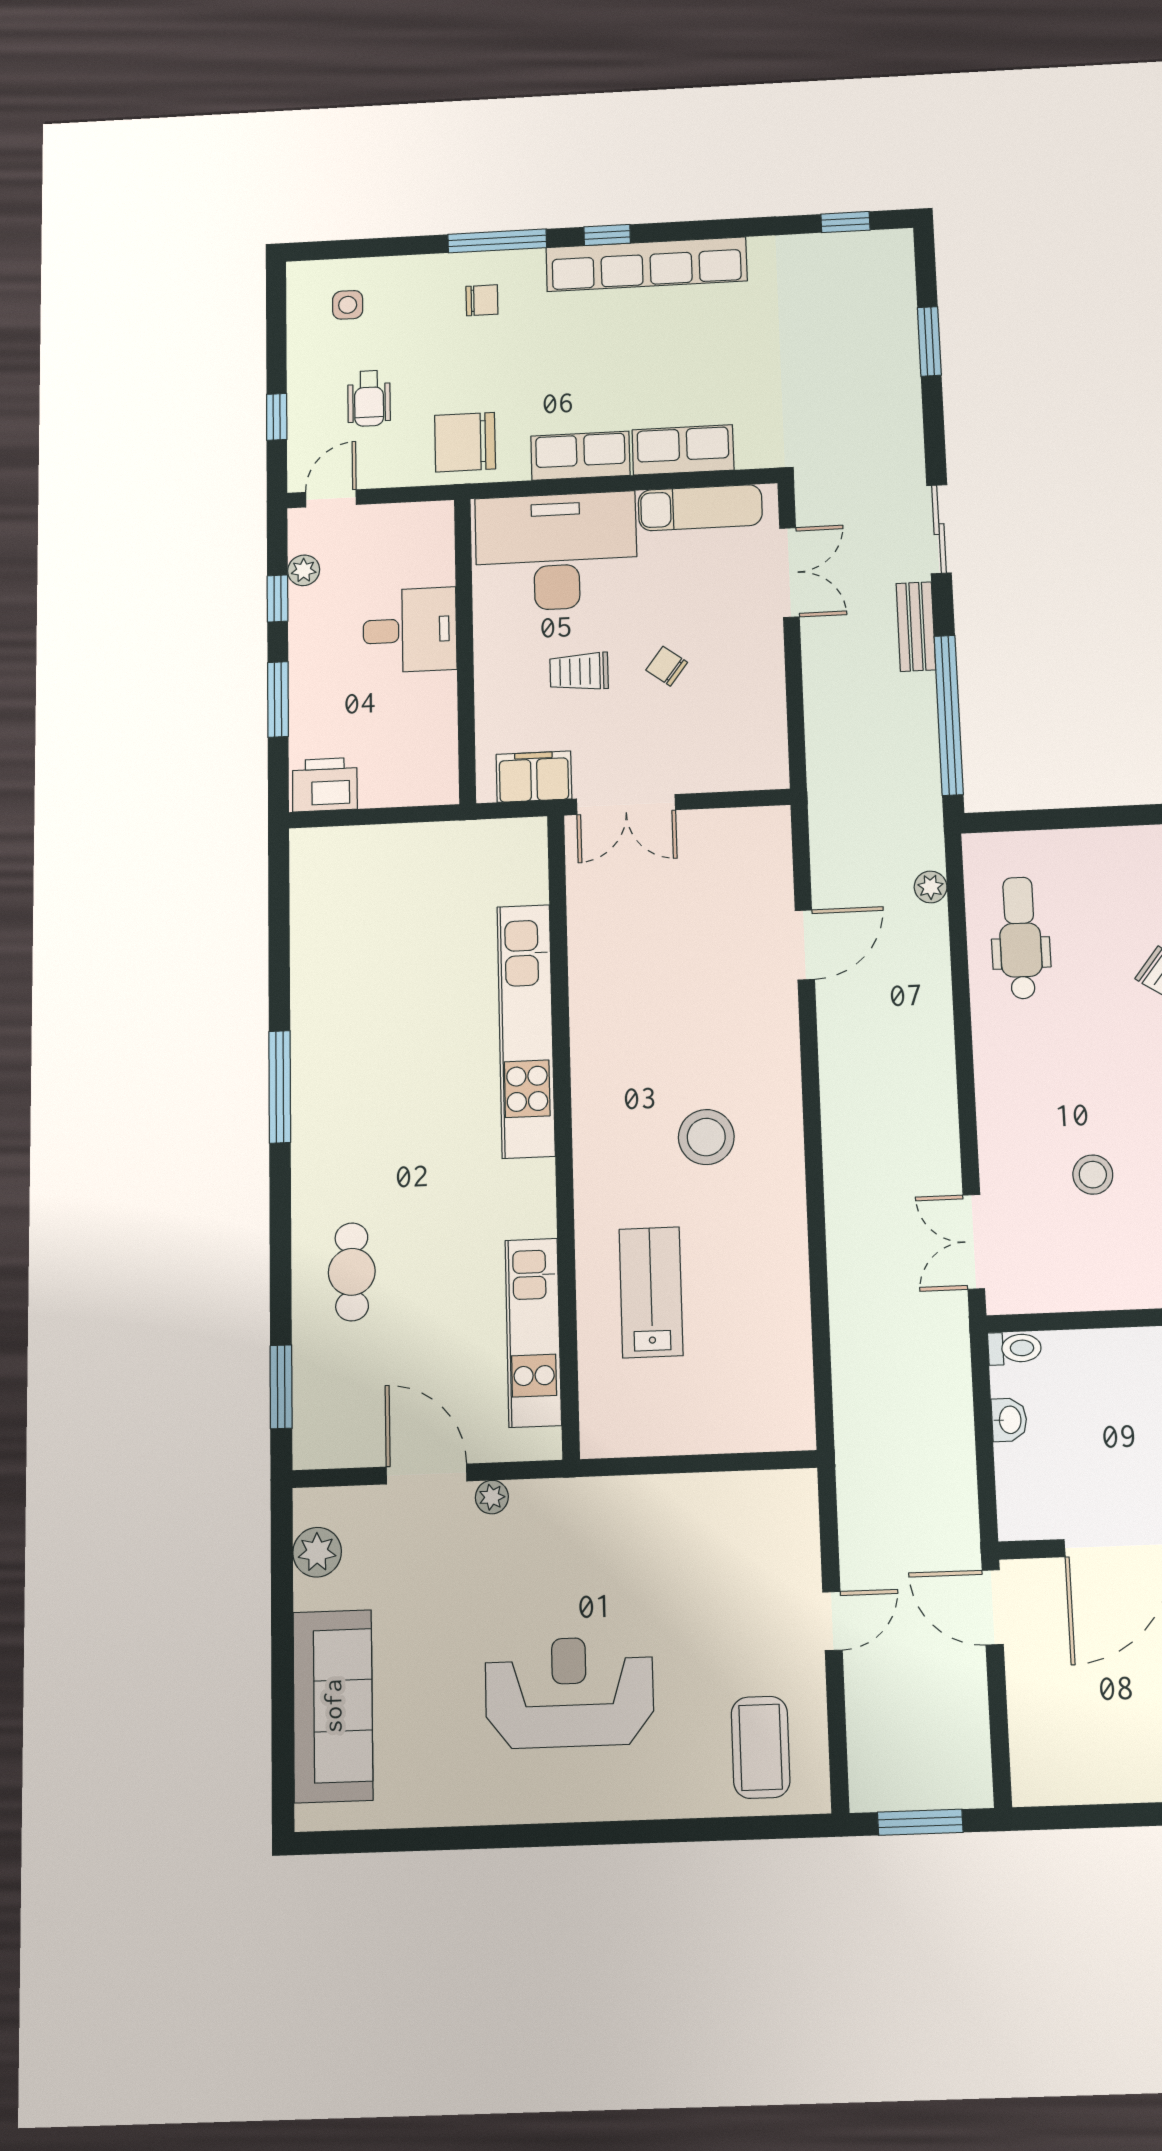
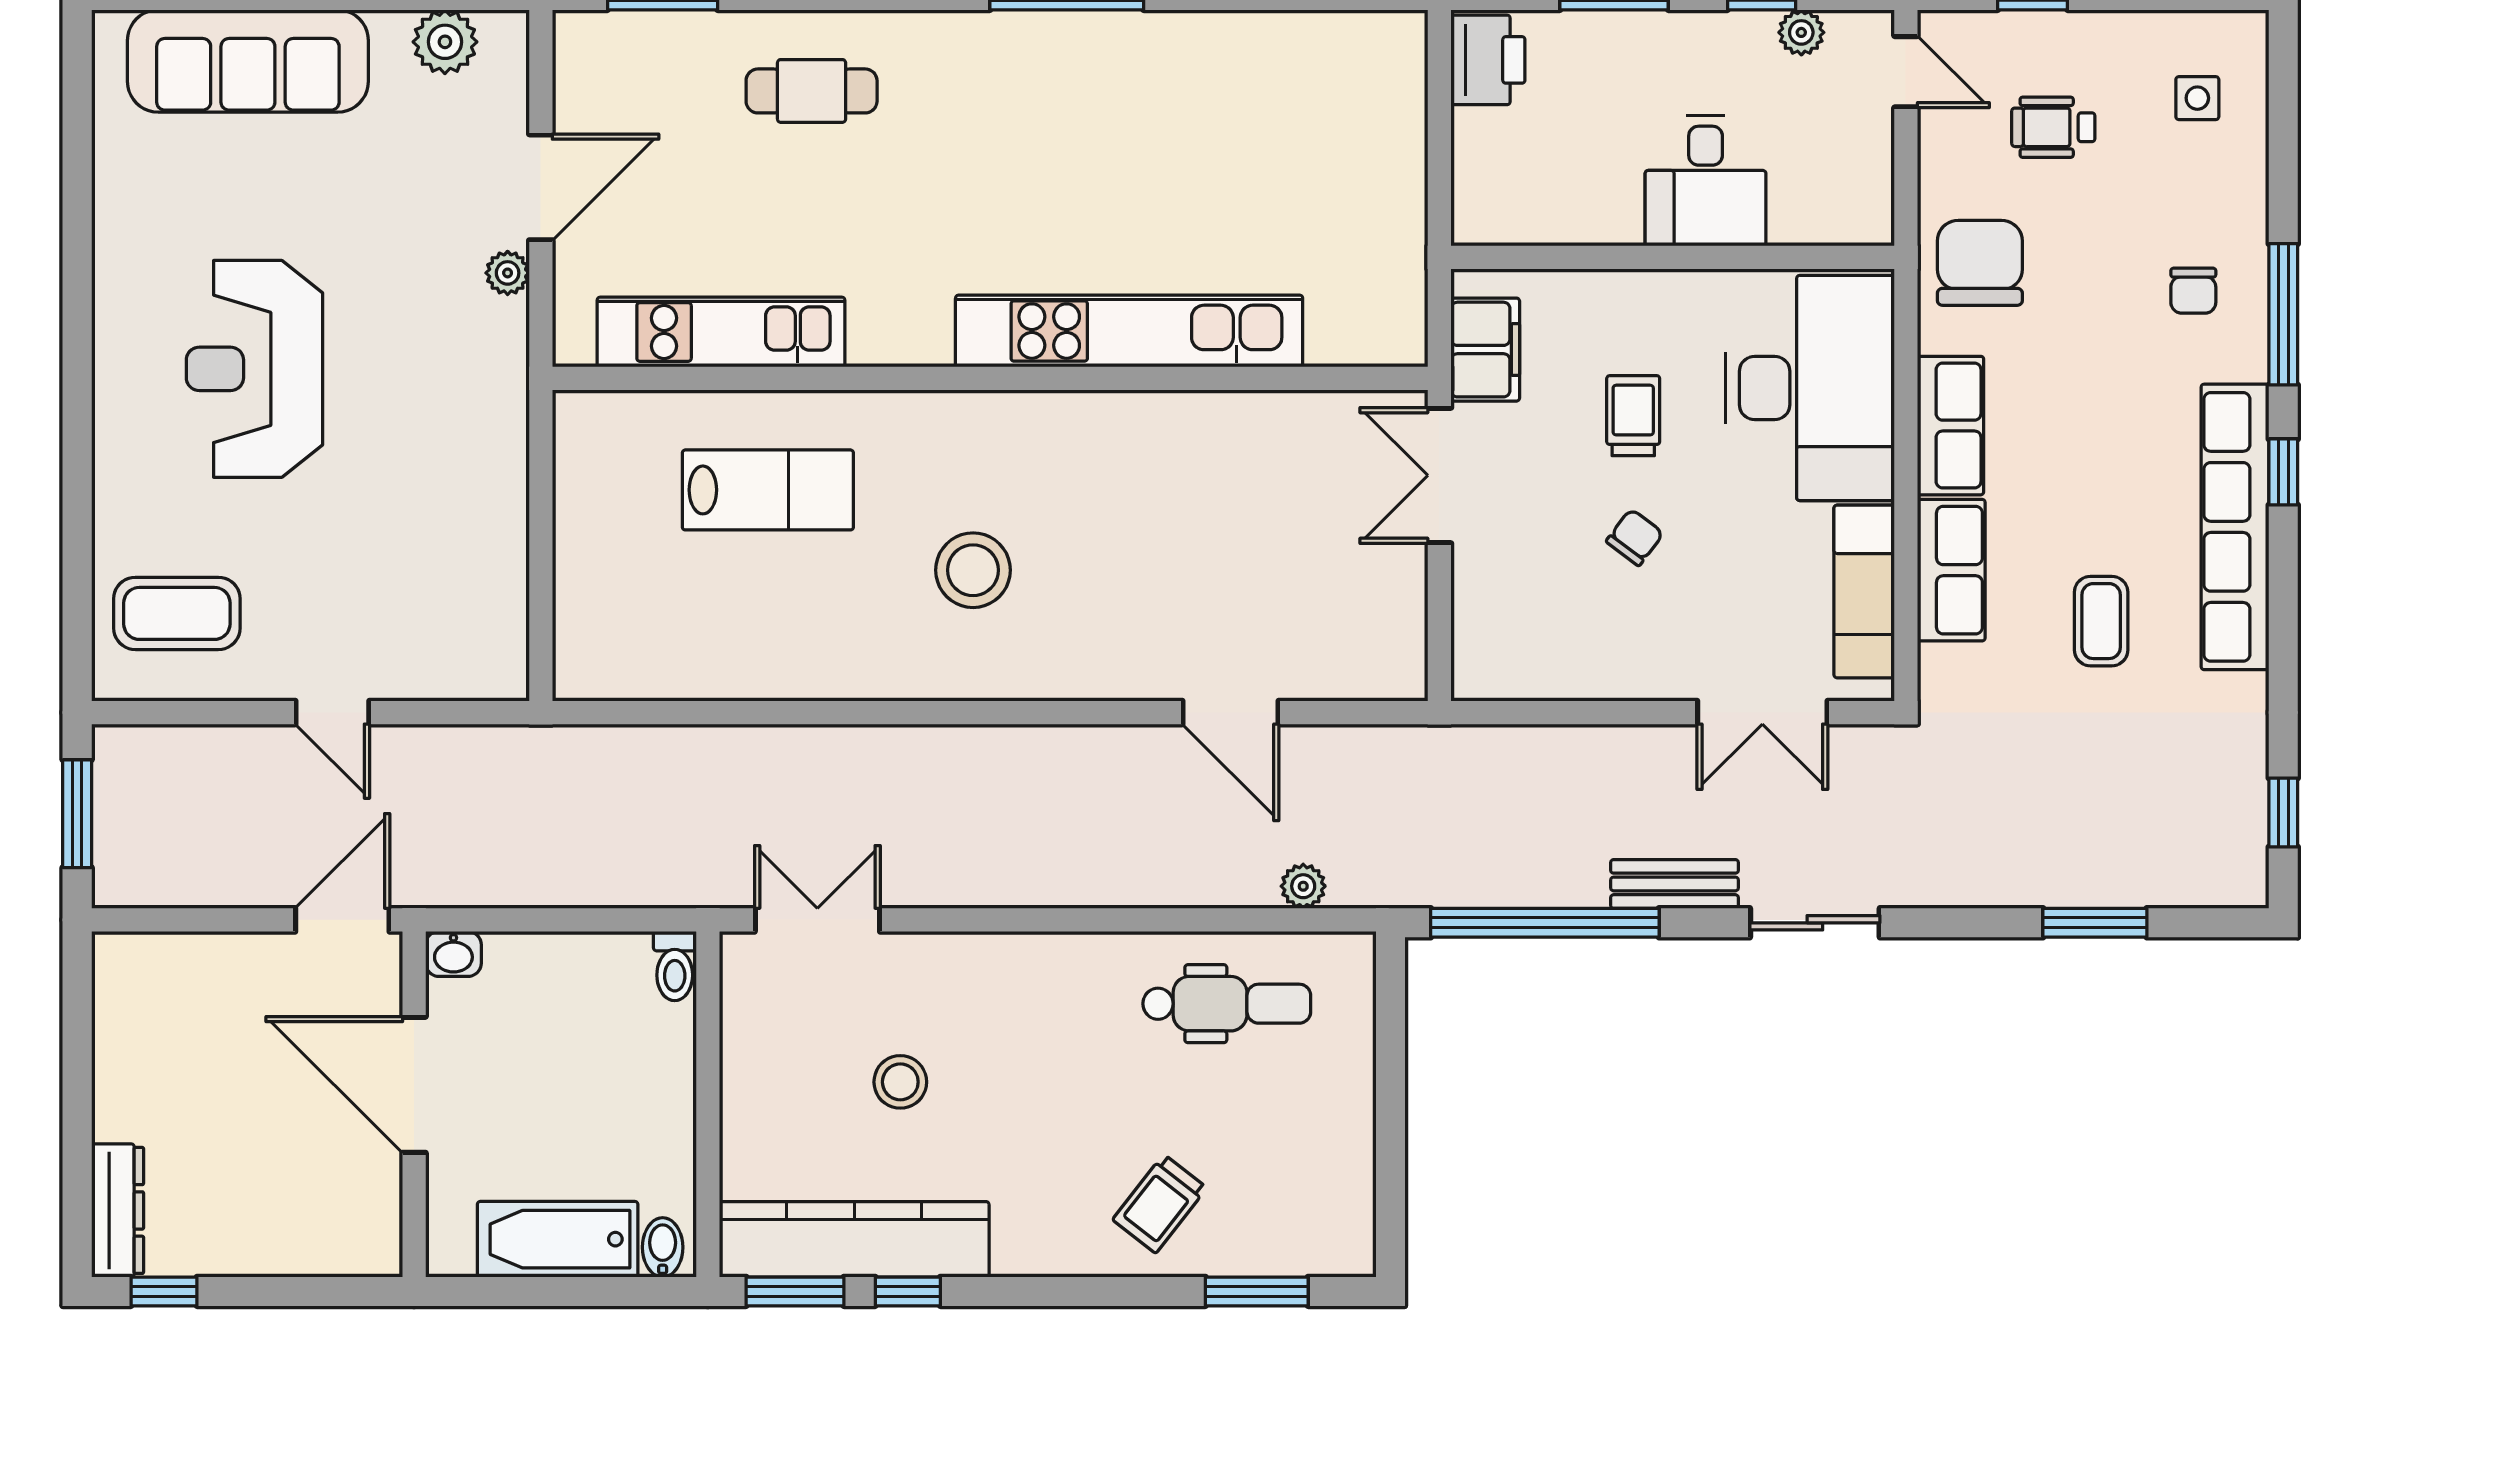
coffee table: (716, 348) -> (2101, 621), added
washbasin: (1009, 1420) -> (453, 954), moved
reception desk: (569, 1692) -> (254, 369), turned 180

